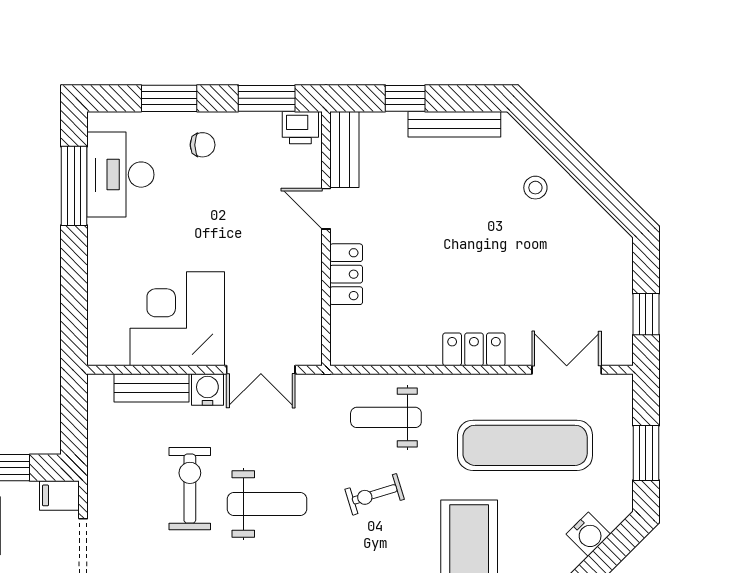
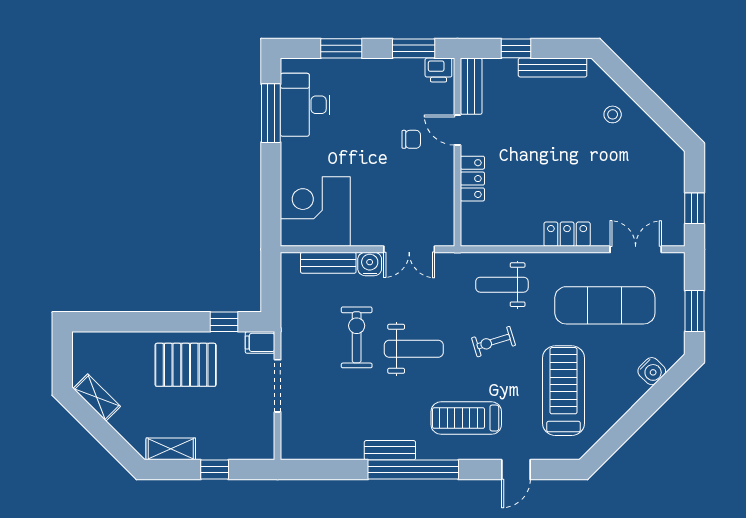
chair: (203, 145) -> (411, 139), moved
corner desk: (177, 319) -> (315, 212), moved

